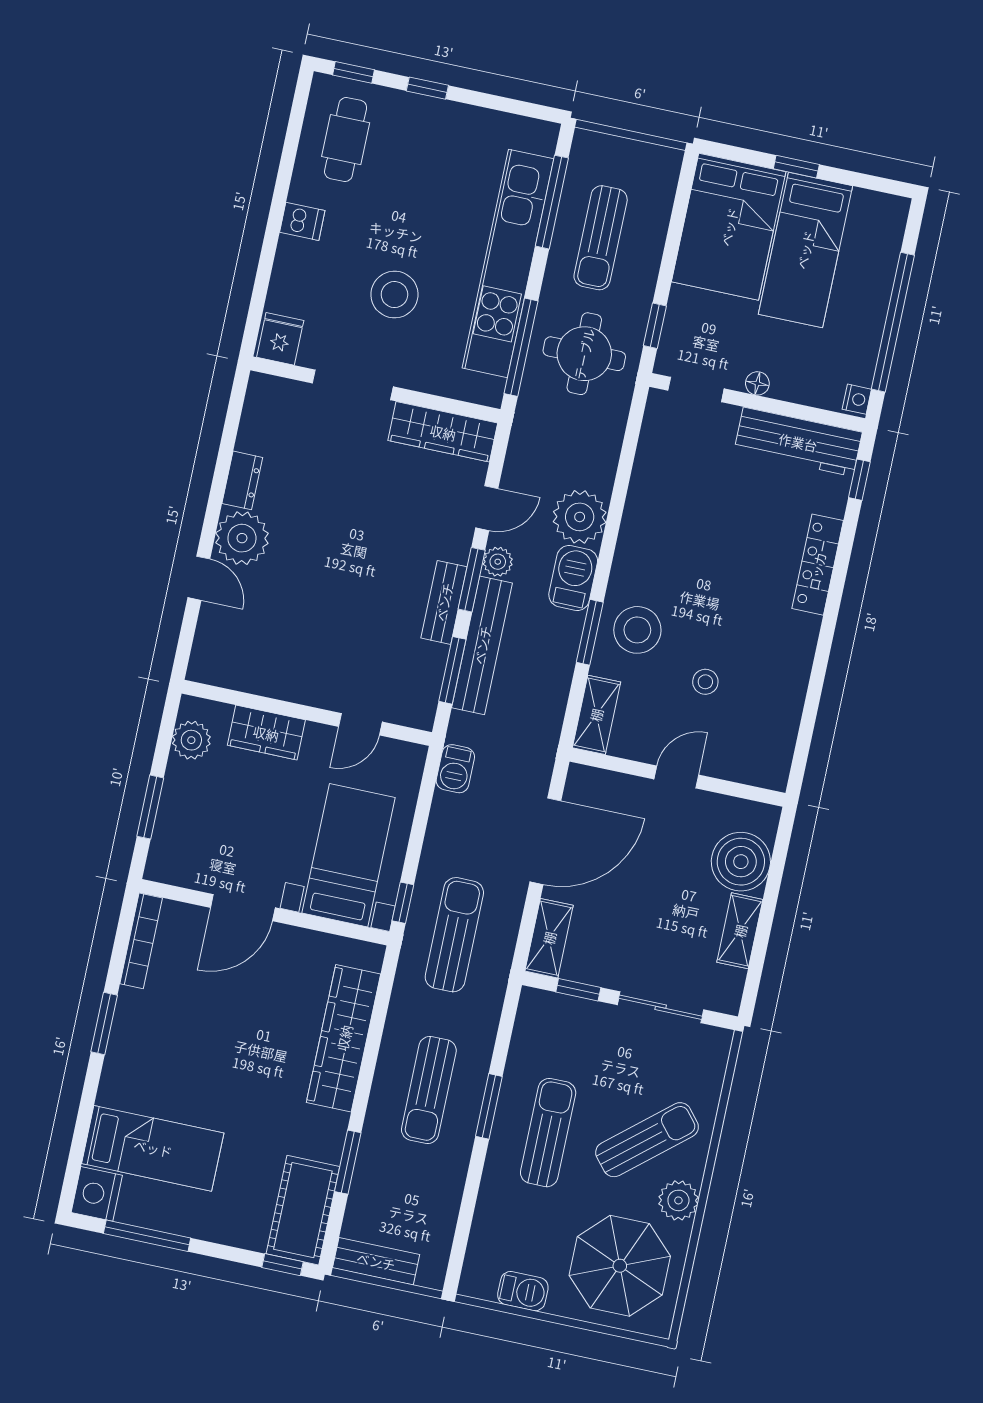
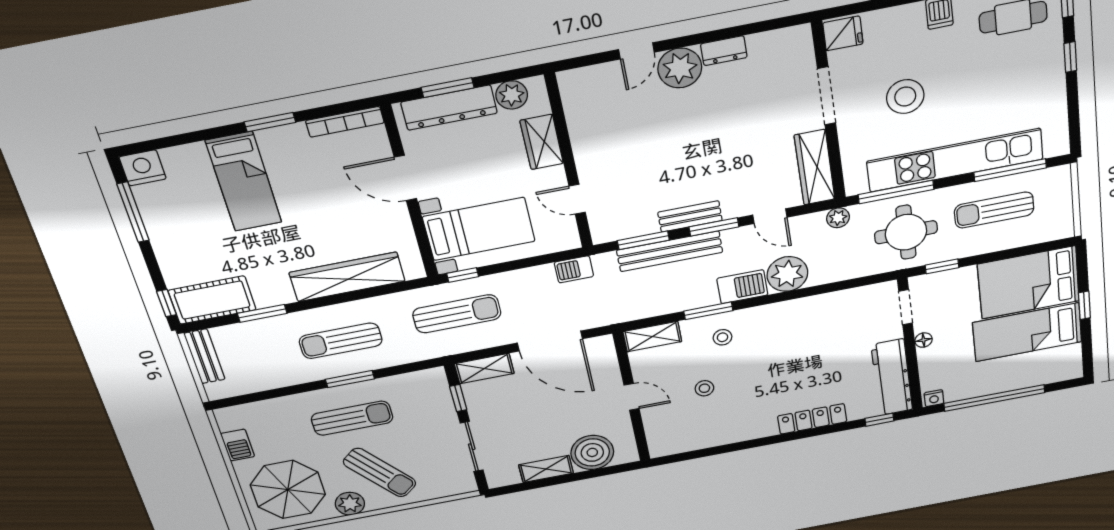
plant: (498, 562) -> (838, 218), moved
stool: (637, 630) -> (722, 337), width x0.53, depth x0.53
dresser: (176, 817) -> (449, 108), added
bed: (153, 1148) -> (244, 182), moved

